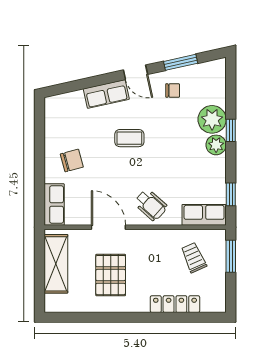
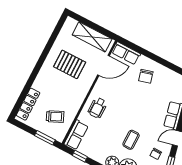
coffee table: (129, 138) -> (131, 140), moved
wheelchair: (151, 205) -> (98, 108), turned -42
door: (108, 227) -> (103, 65), moved
locker: (175, 304) -> (28, 104), moved

